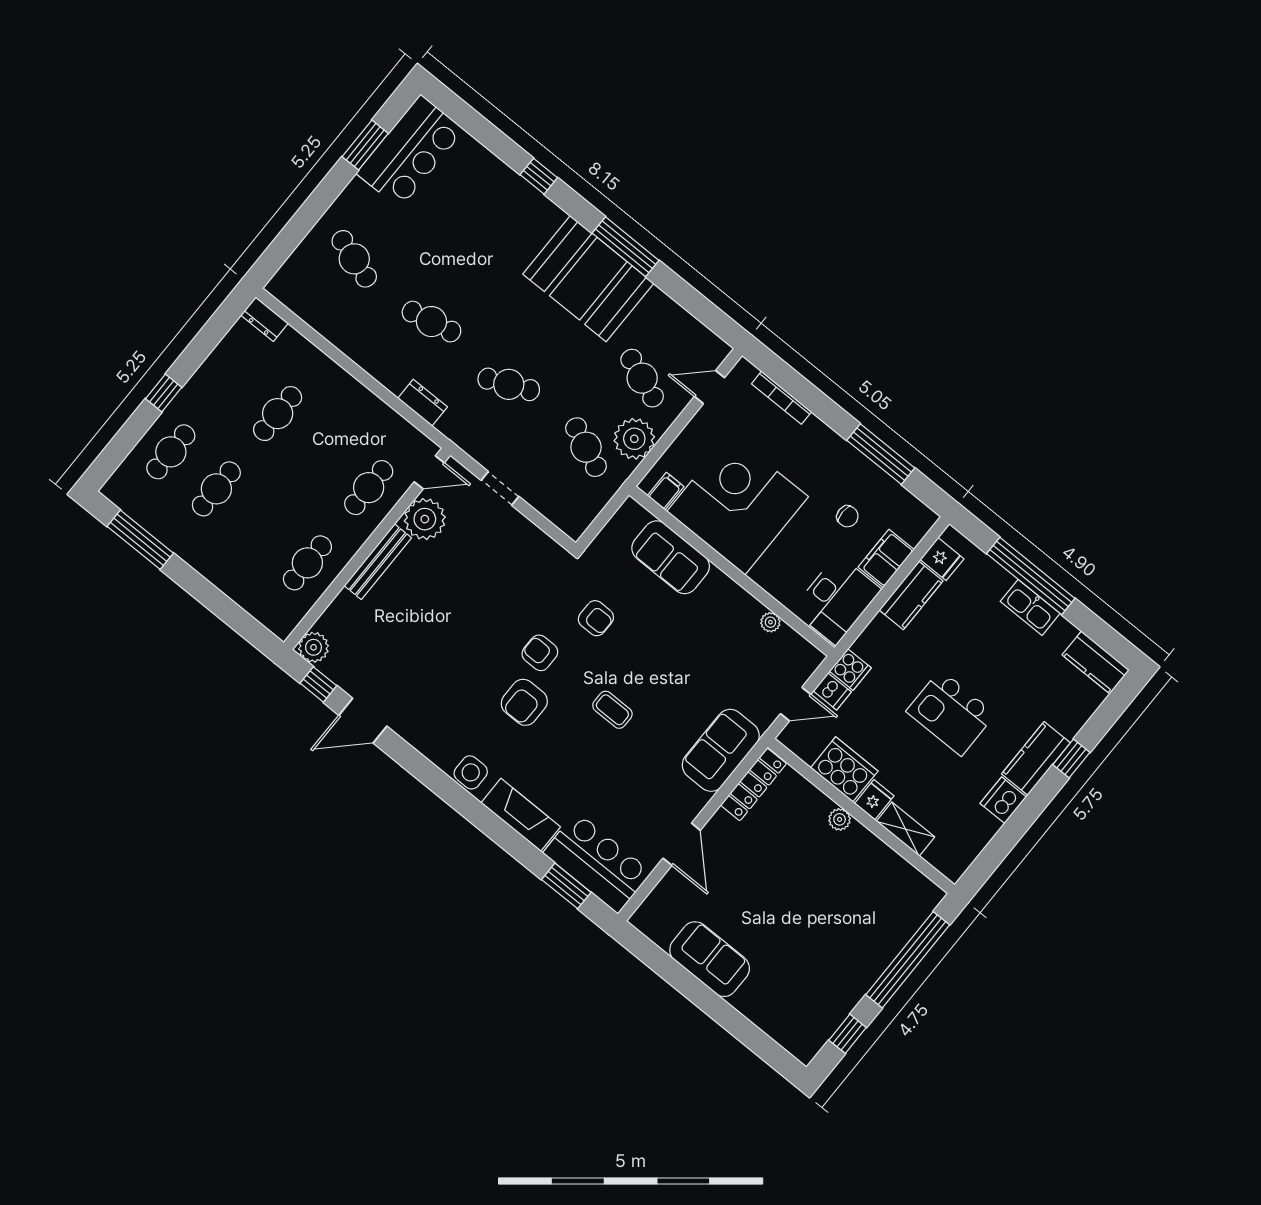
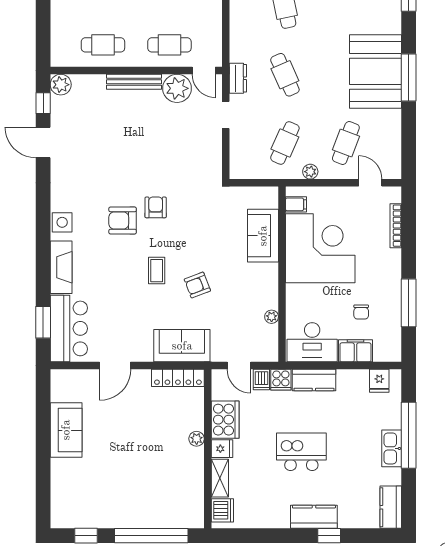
dresser: (423, 403) -> (238, 78), moved
plant: (634, 439) -> (310, 172), width x0.53, depth x0.53
kitchen counter: (911, 595) -> (314, 380), moved
armchair: (596, 618) -> (197, 285), moved, turned 69
kitchen island: (951, 713) -> (301, 452), turned 90
dishwasher: (1003, 800) -> (222, 510), moved, turned 90

